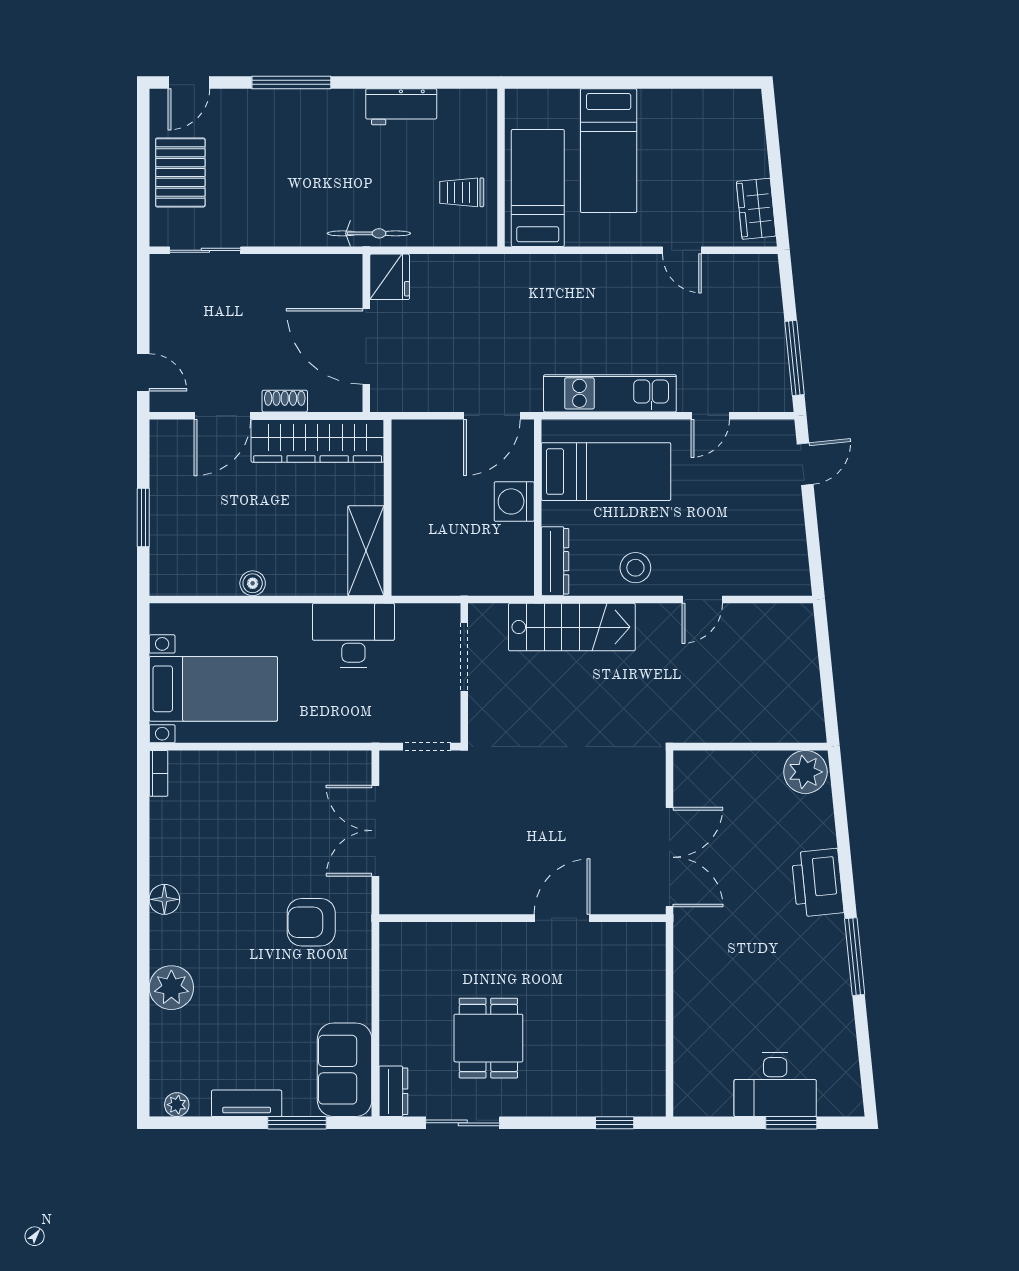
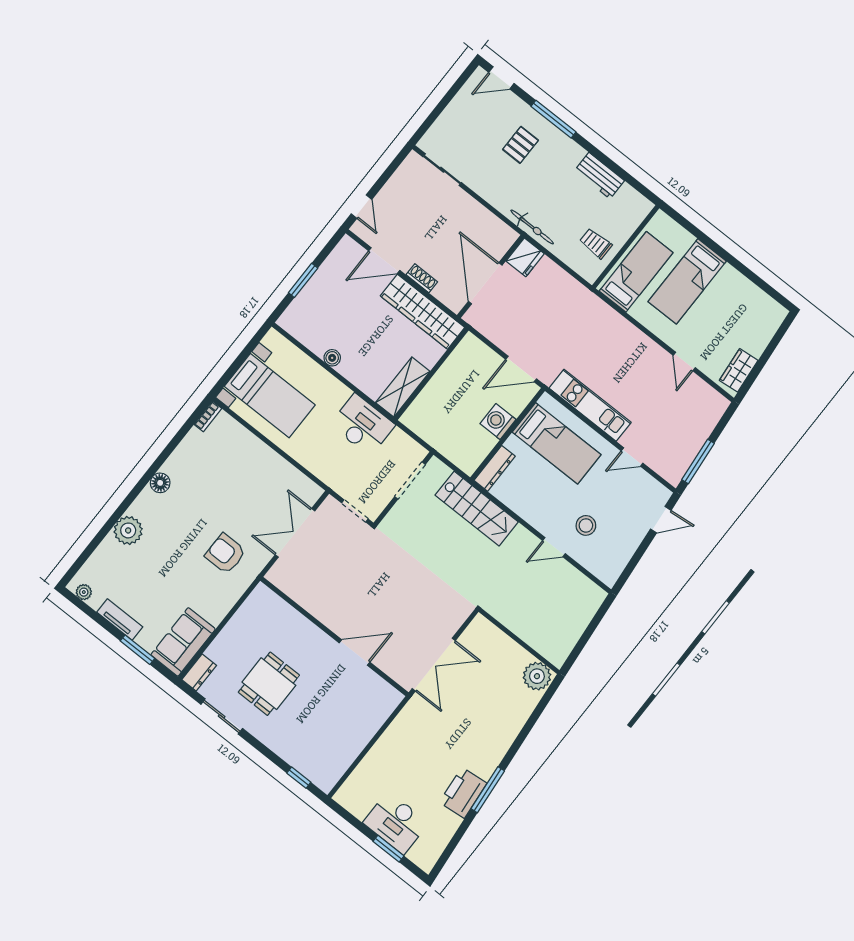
pallet: (180, 172) -> (520, 145), moved, width x0.67, depth x0.71
stool: (635, 568) -> (586, 525), moved
printer: (818, 883) -> (463, 793), moved

